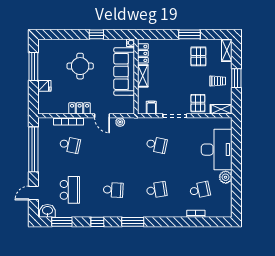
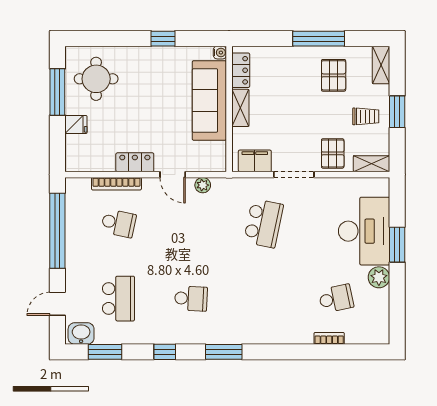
window: (189, 34) -> (319, 39), width x1.44
round table: (80, 66) -> (96, 79), moved
filing cabinet: (151, 108) -> (255, 161), width x2.00
school desk: (157, 145) -> (264, 223), width x1.85
window: (236, 158) -> (397, 245), added
school desk: (157, 190) -> (264, 299), removed

